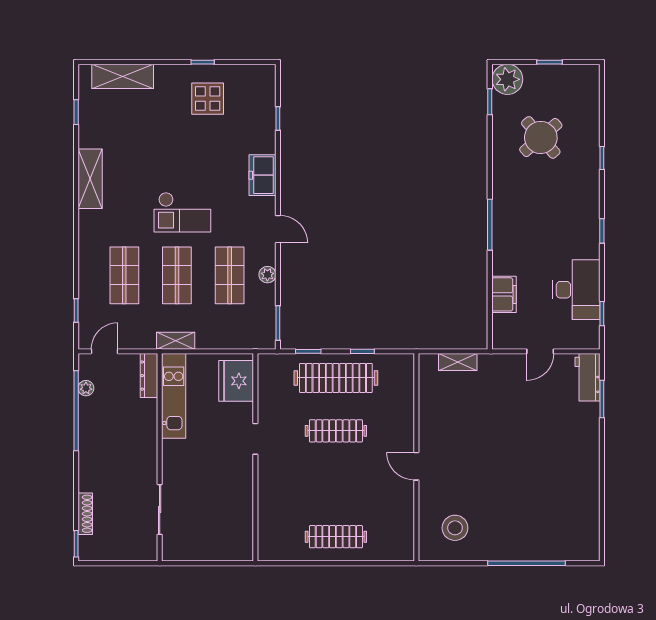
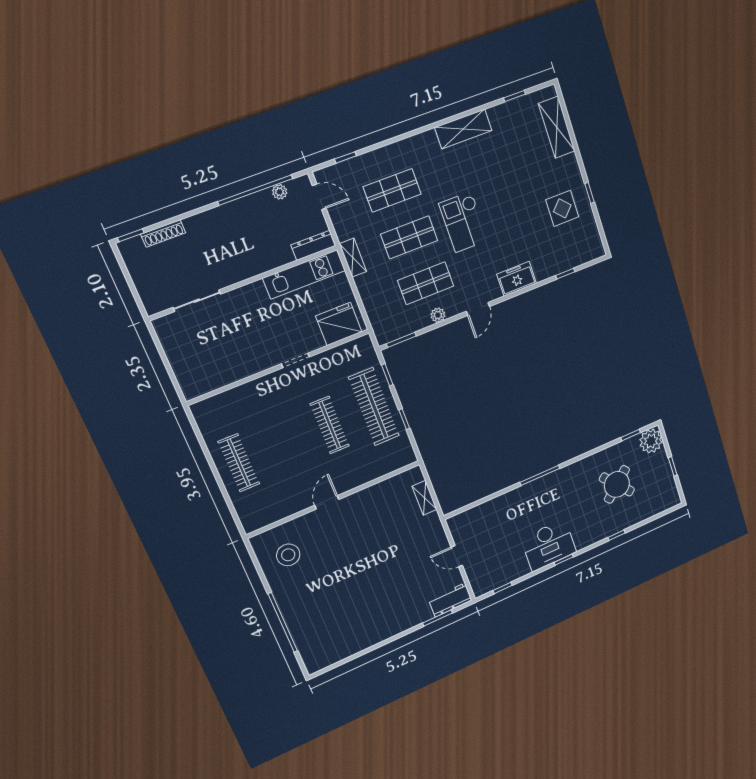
desk: (576, 290) -> (549, 545), moved
filing cabinet: (504, 294) -> (491, 510), removed

